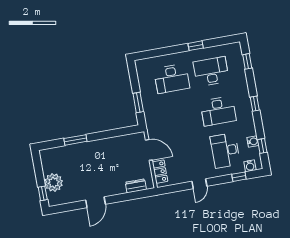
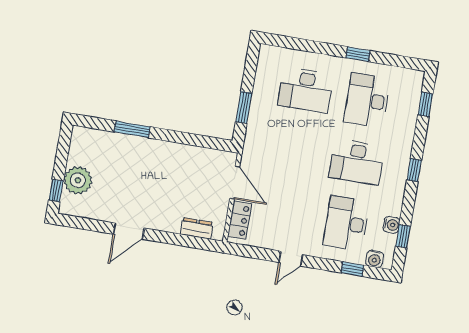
desk: (211, 72) -> (367, 100), turned -90

